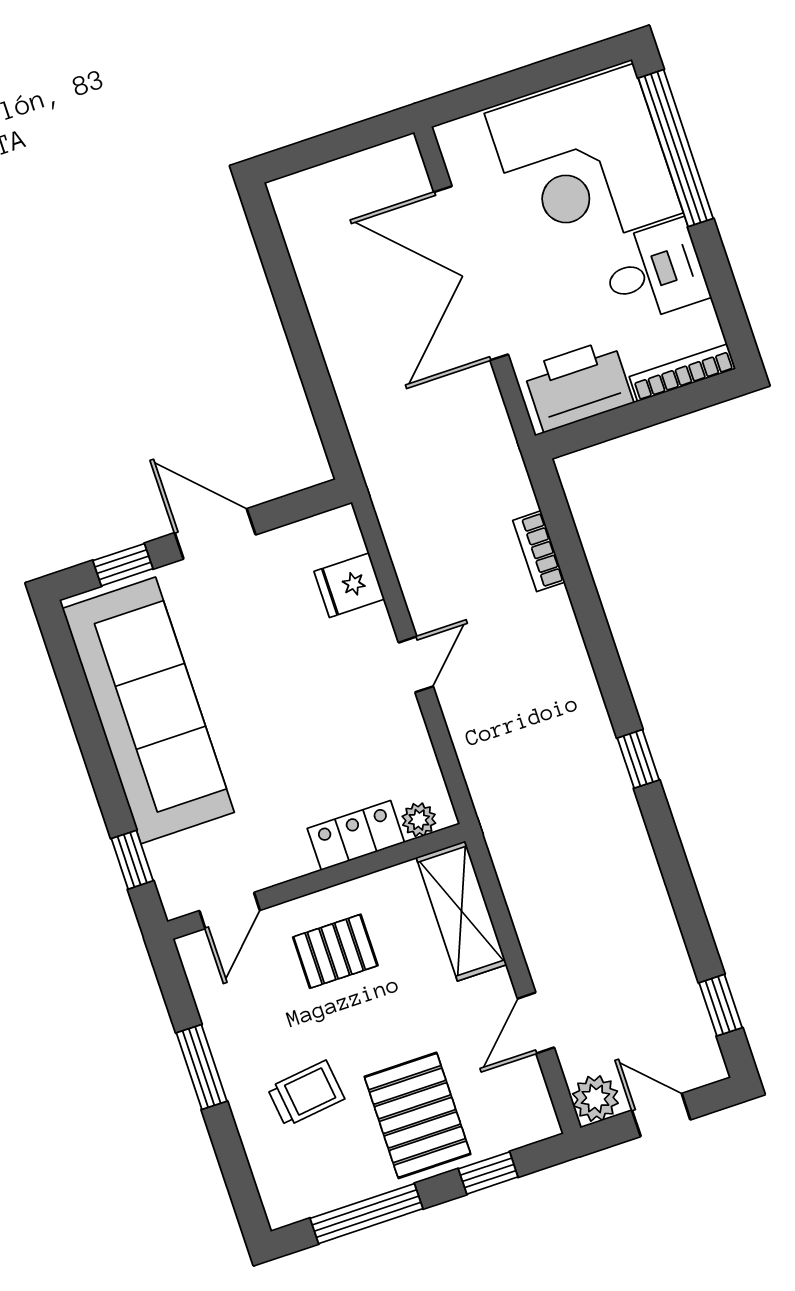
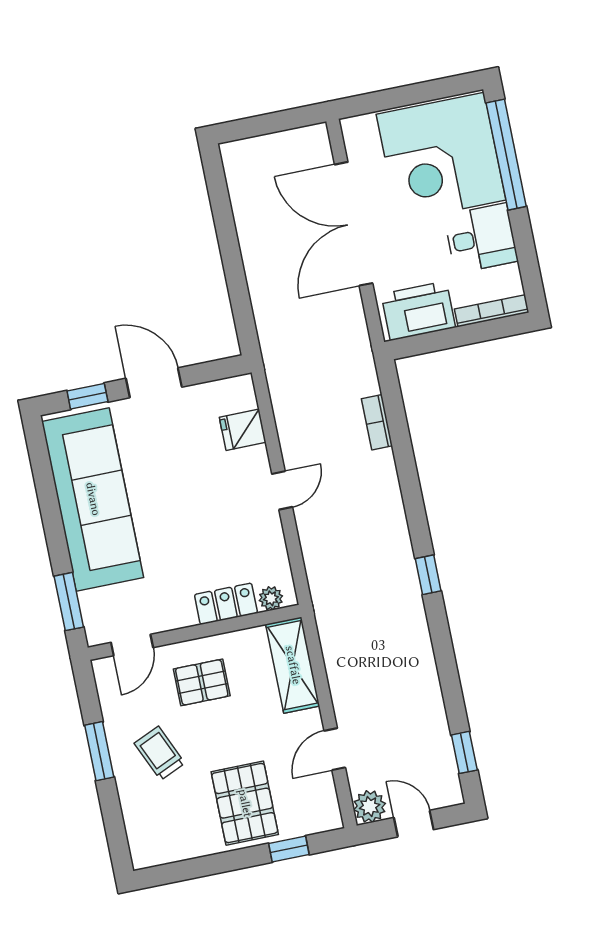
window: (132, 860) -> (69, 602), width x1.50
trolley: (306, 1094) -> (160, 753), moved, turned -107
window: (366, 1214) -> (201, 867), removed

